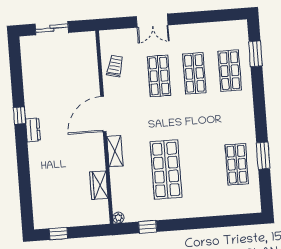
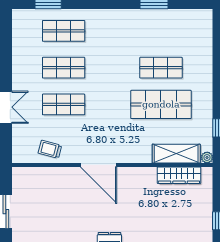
shelving: (115, 151) -> (176, 154), moved, width x1.50, depth x1.33
shop shelf: (237, 164) -> (161, 68), moved
wardrobe: (99, 185) -> (179, 175), width x1.50

